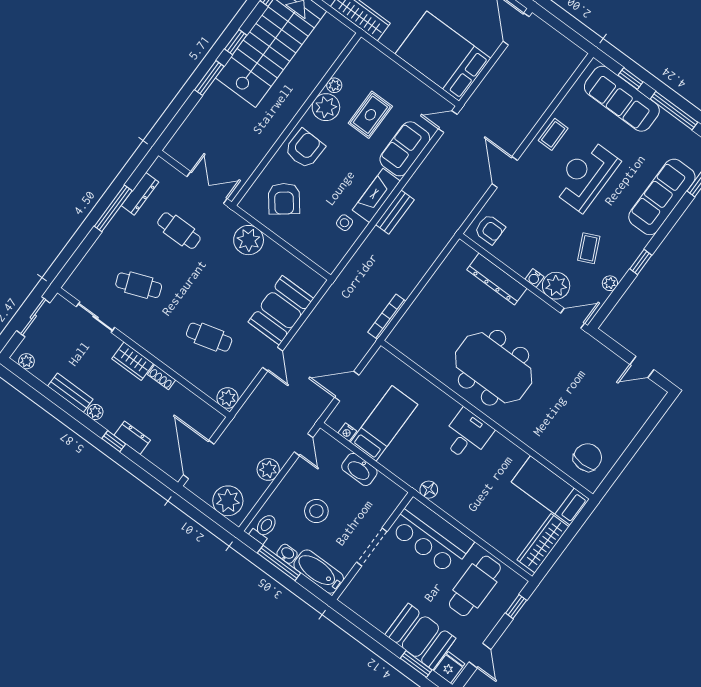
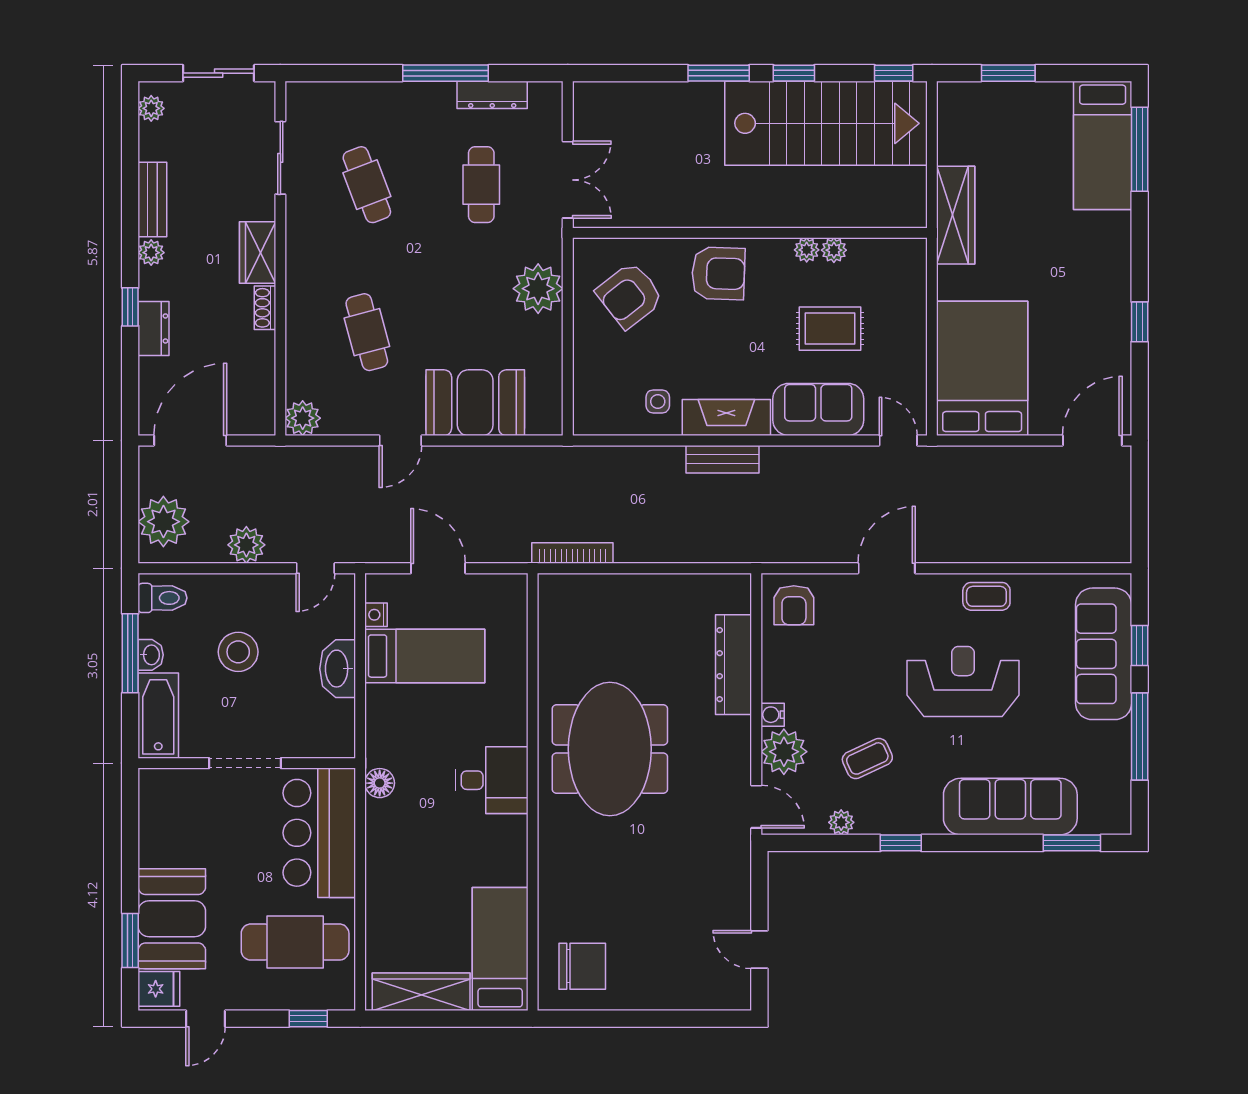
plant: (326, 107) -> (807, 250), width x0.53, depth x0.53

